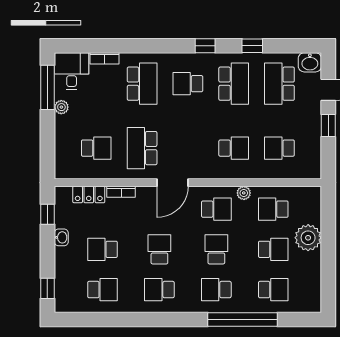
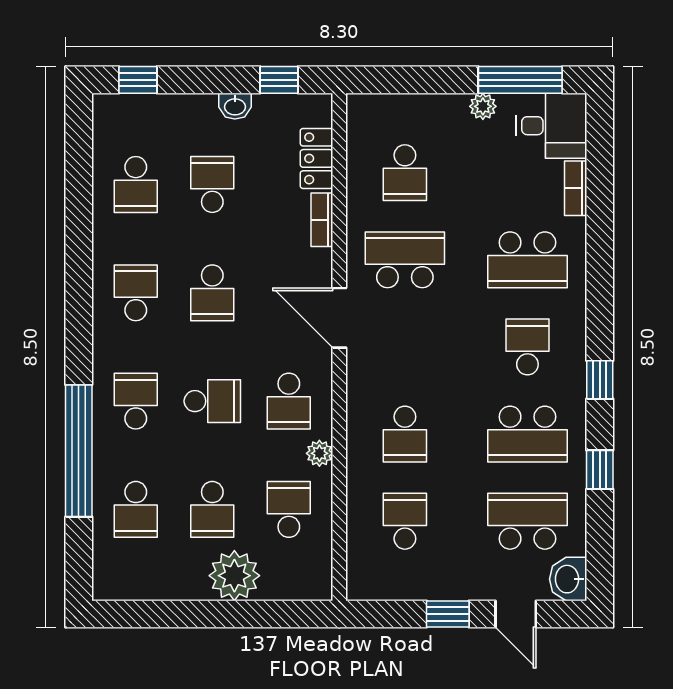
school desk: (159, 249) -> (212, 293), turned 90

